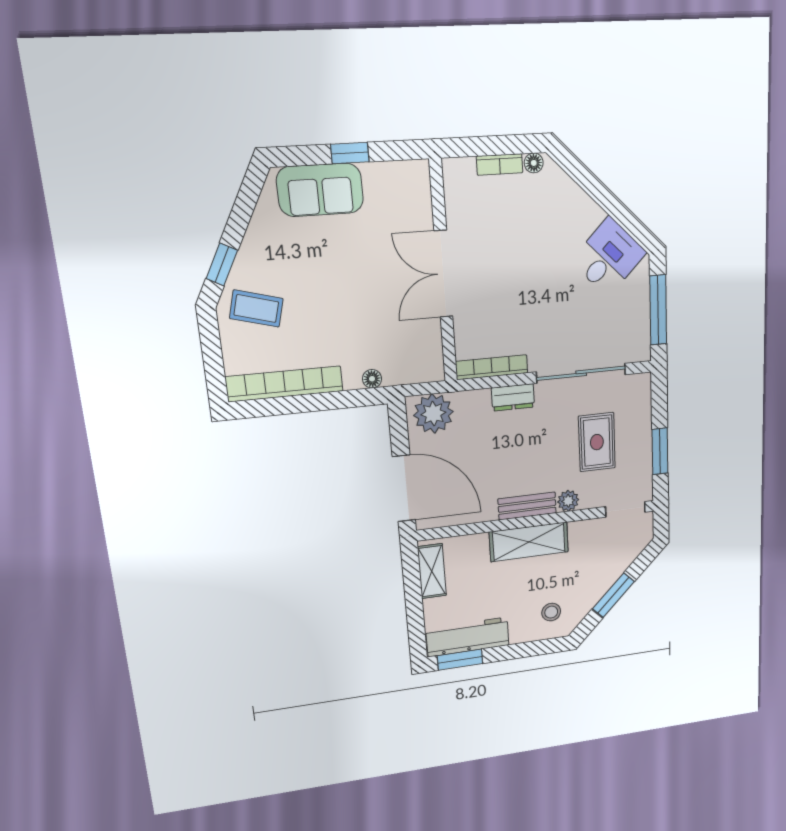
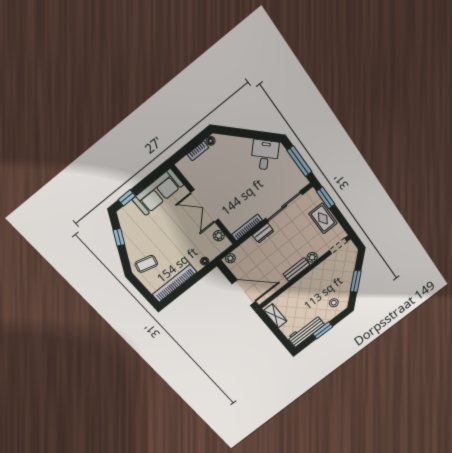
window: (350, 153) -> (127, 198), moved
sofa: (320, 190) -> (158, 192), moved, width x1.36
window: (222, 264) -> (119, 237), moved
plant: (431, 348) -> (219, 236), added
plant: (433, 414) -> (230, 258), width x0.53, depth x0.53
rug: (597, 442) -> (323, 218), moved
window: (660, 451) -> (326, 198), moved
shelving: (529, 542) -> (307, 282), removed
window: (460, 660) -> (323, 330), moved

